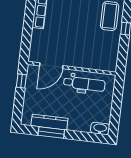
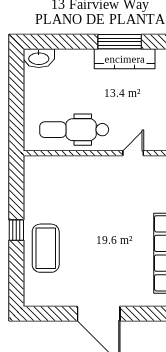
door: (51, 66) -> (133, 153), width x0.53

